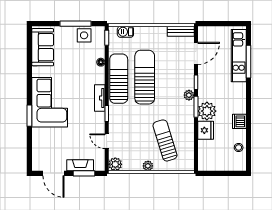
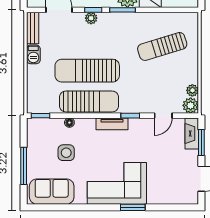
window: (76, 24) -> (24, 166), moved
barbecue: (125, 32) -> (33, 54), moved
side table: (84, 35) -> (66, 153), moved
sun lounger: (119, 79) -> (89, 101), turned 180
plant: (189, 95) -> (91, 18), moved
fireplace: (80, 165) -> (192, 134), moved
plant: (148, 166) -> (192, 90), moved

